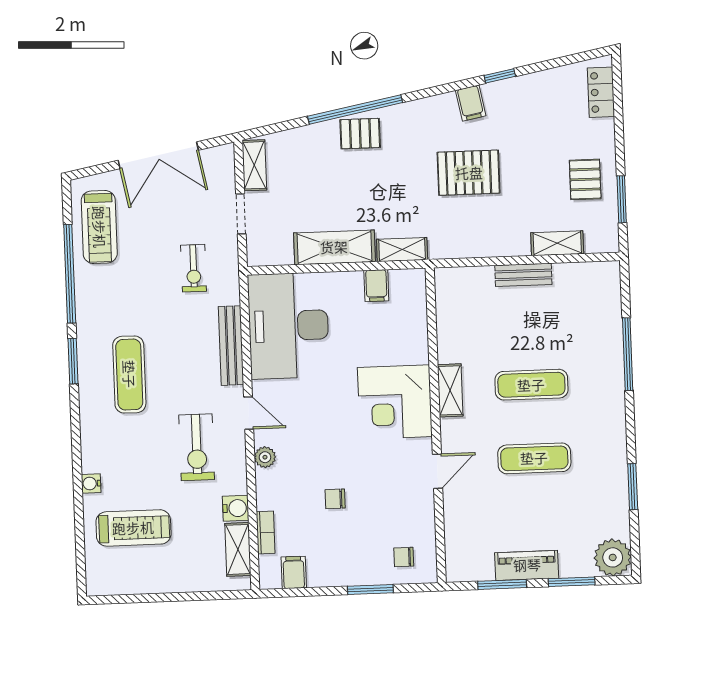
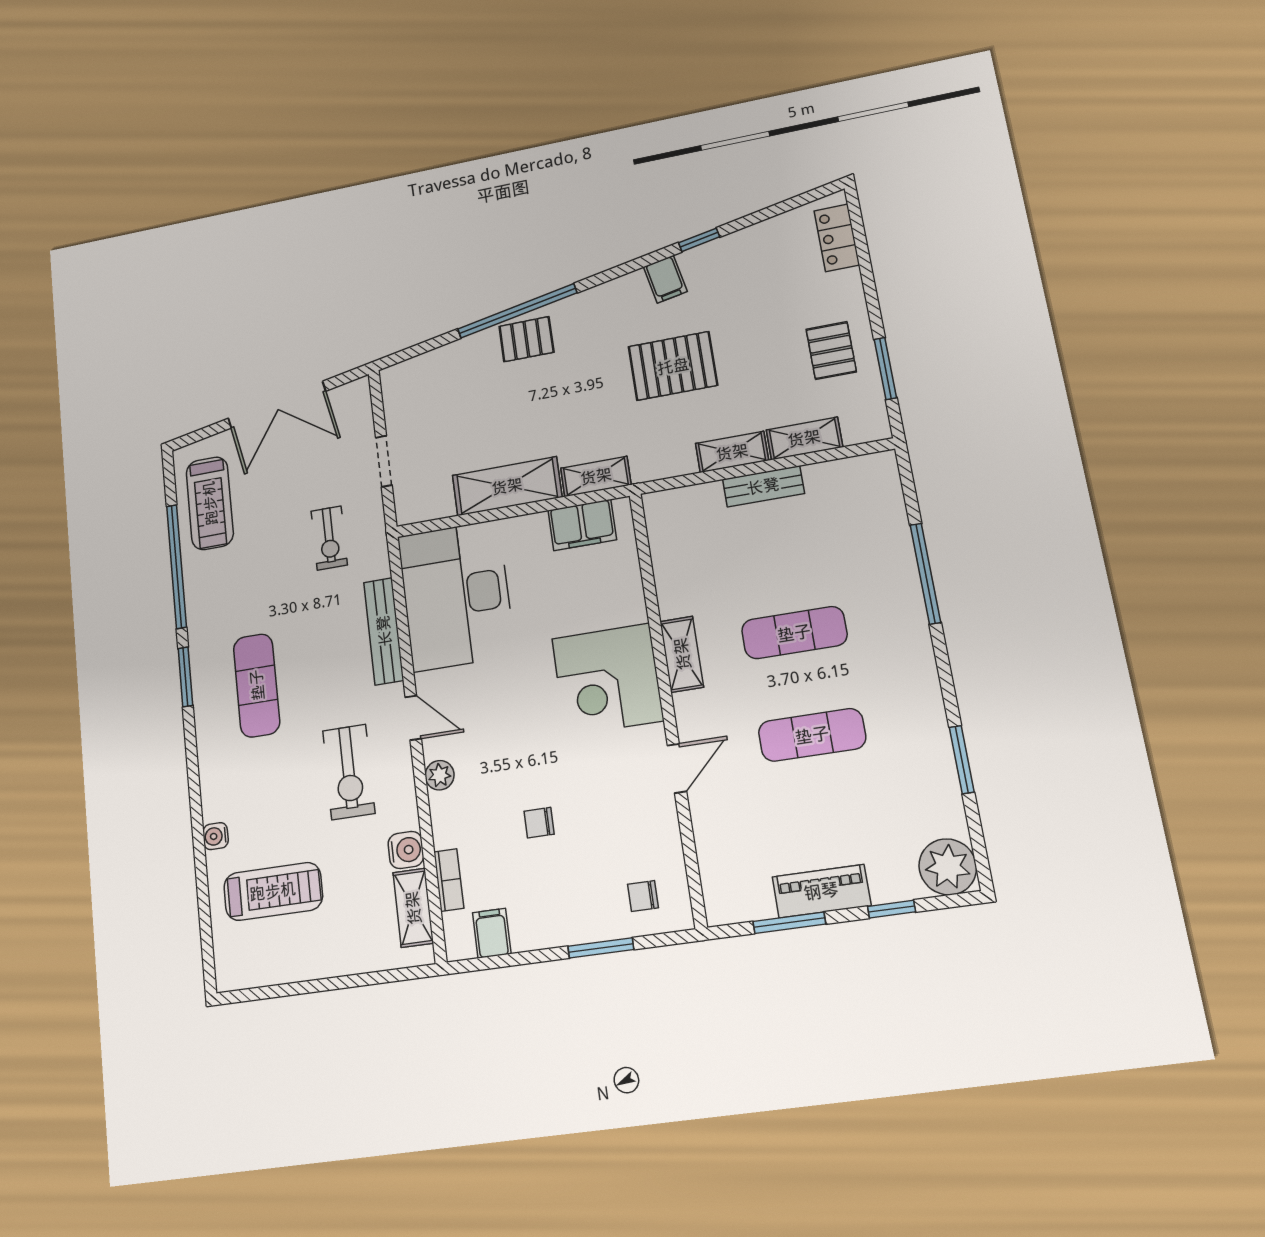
shelving: (254, 165) -> (732, 452), moved, turned 90
filing cabinet: (376, 286) -> (582, 525), width x2.00
window: (572, 582) -> (891, 909), width x0.67

